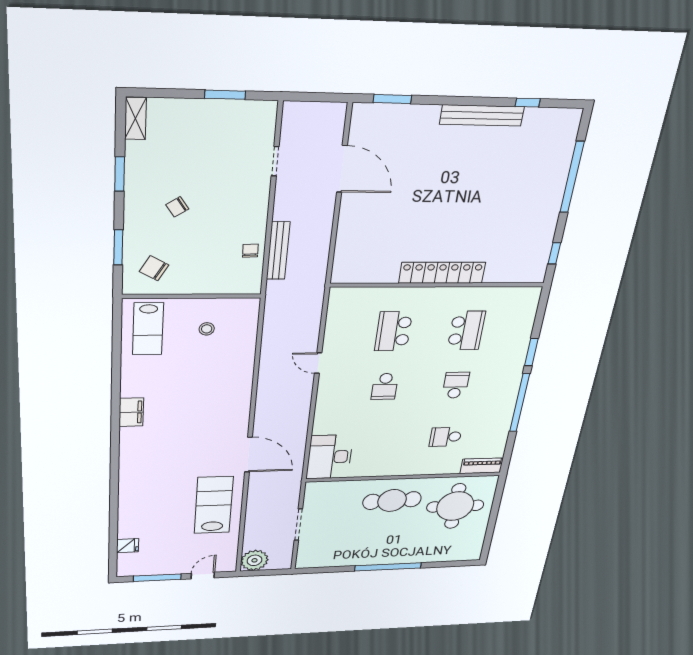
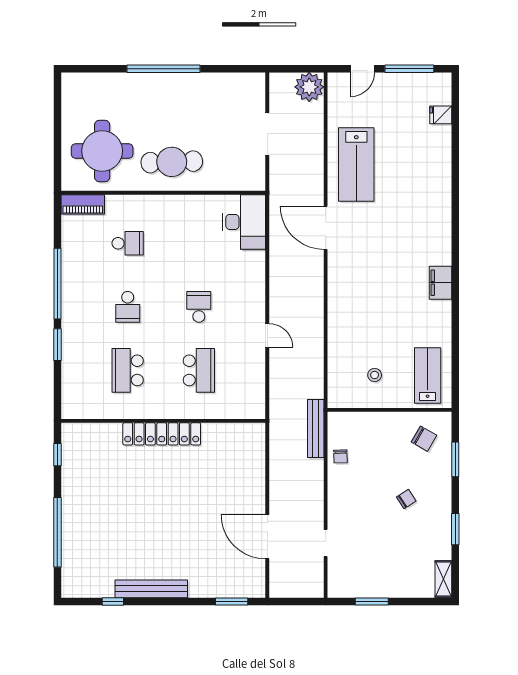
bench: (278, 251) -> (316, 429), moved

